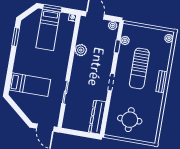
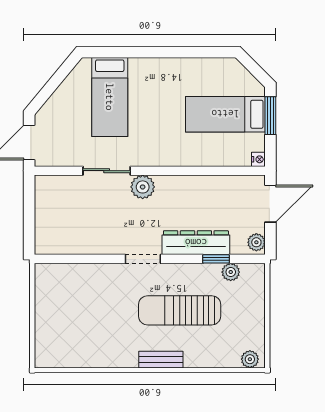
window: (16, 37) -> (200, 52), removed
plant: (81, 50) -> (143, 187), moved
dresser: (97, 117) -> (196, 243), moved
round table: (130, 120) -> (74, 309), removed

